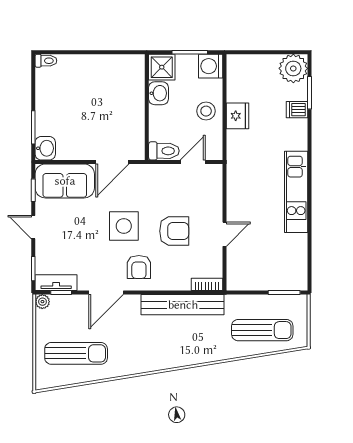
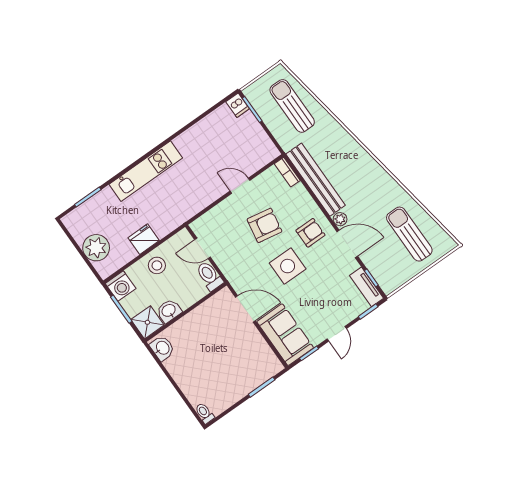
plant: (293, 68) -> (96, 248), moved
dishwasher: (297, 110) -> (238, 105), moved
washbasin: (45, 148) -> (162, 348), moved, turned 90
kitchen unit: (296, 192) -> (146, 171), moved
armchair: (174, 231) -> (264, 225), turned 100
plant: (42, 302) -> (340, 219), moved

